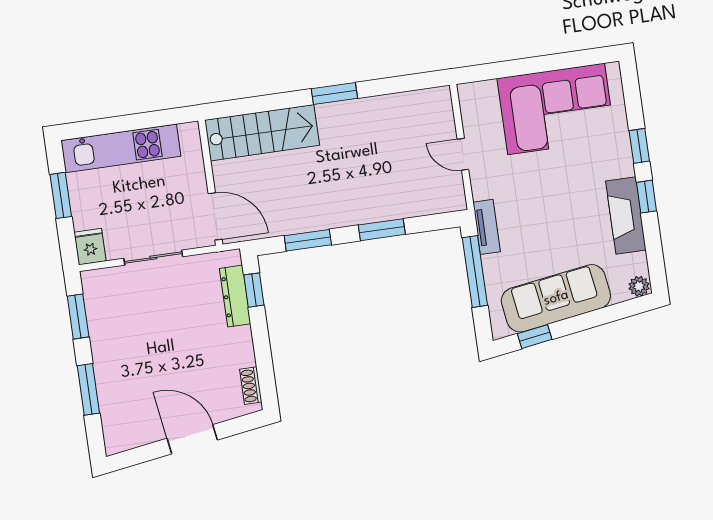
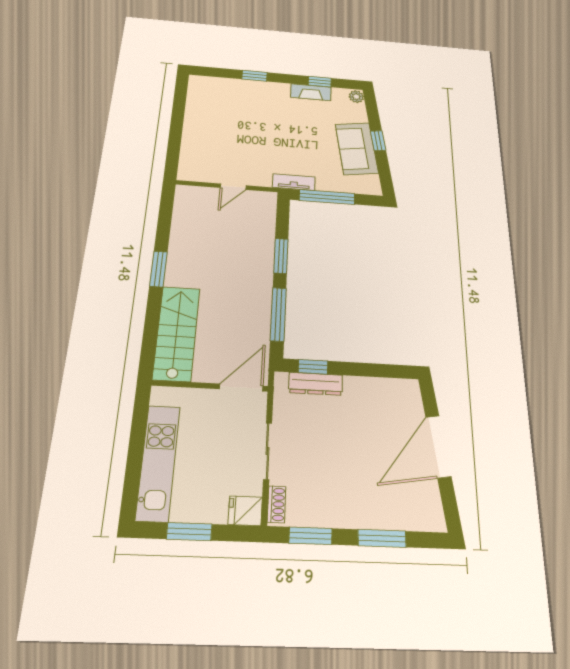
corner sofa: (556, 109) -> (214, 120), removed
window: (646, 197) -> (320, 82), moved
fireplace: (626, 215) -> (311, 92), width x0.73, depth x0.76
window: (308, 240) -> (278, 314), width x1.44
sofa: (556, 298) -> (357, 148), width x0.73
window: (535, 337) -> (378, 141), moved
shoe rack: (251, 386) -> (277, 504), moved, turned -90
door: (192, 439) -> (438, 447), width x1.36

